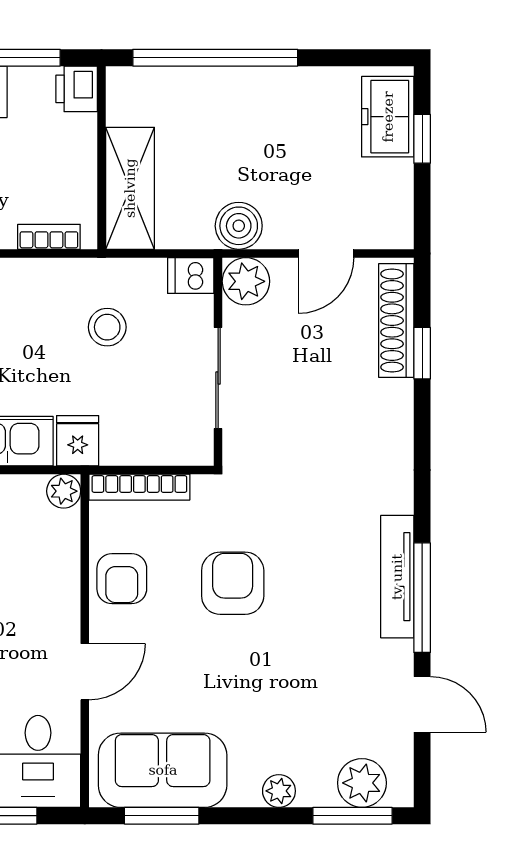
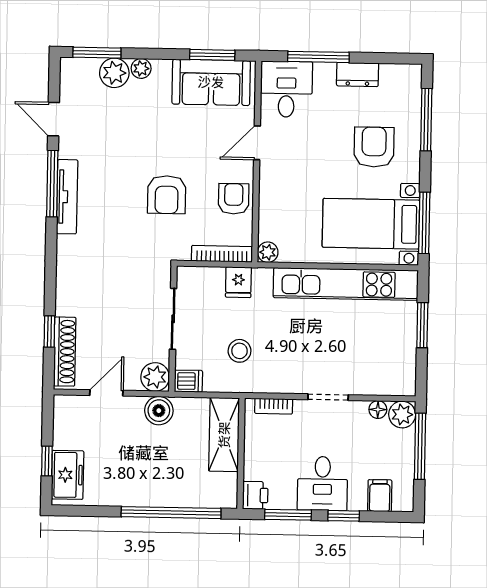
fridge: (78, 441) -> (238, 282), moved
plant: (362, 783) -> (114, 73), moved

